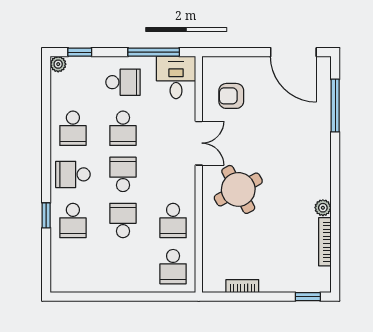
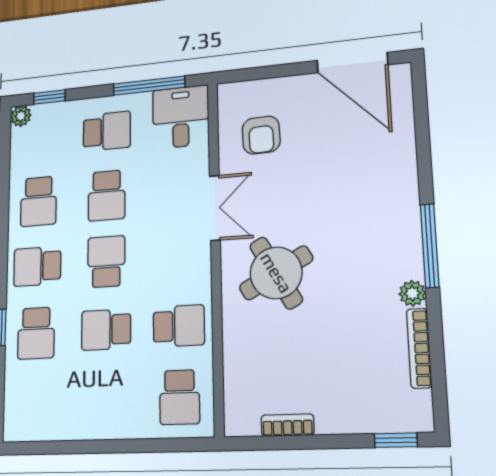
armchair: (231, 96) -> (261, 135), turned -92
window: (335, 106) -> (430, 246), moved
school desk: (123, 221) -> (106, 330), turned -90
school desk: (173, 221) -> (179, 326), turned -90

